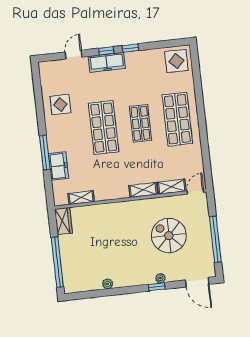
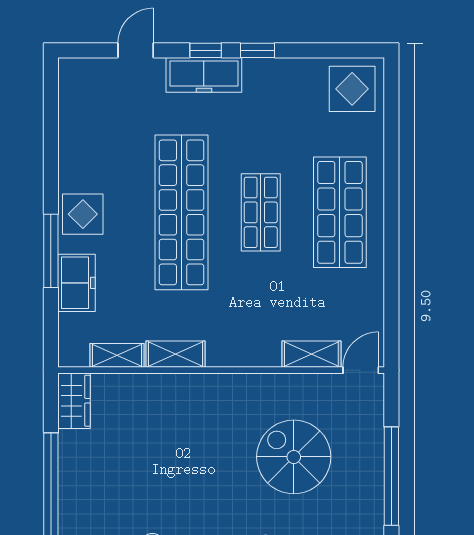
display table: (60, 105) -> (83, 214), moved
shop shelf: (104, 128) -> (182, 212), width x1.40
shelving: (143, 190) -> (175, 354), moved

